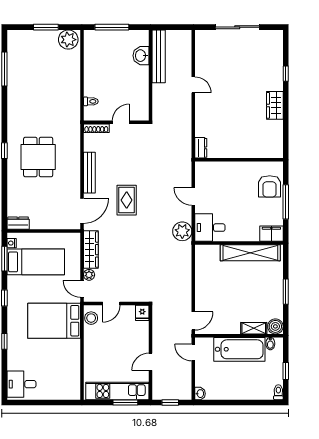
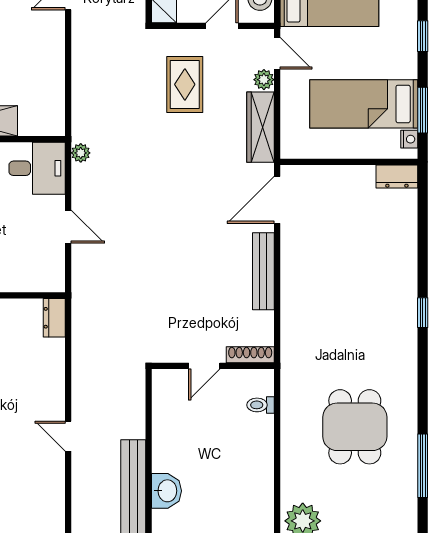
dining table: (38, 157) -> (355, 427), moved
rug: (127, 200) -> (185, 84), moved
plant: (182, 231) -> (81, 153), width x0.53, depth x0.53

